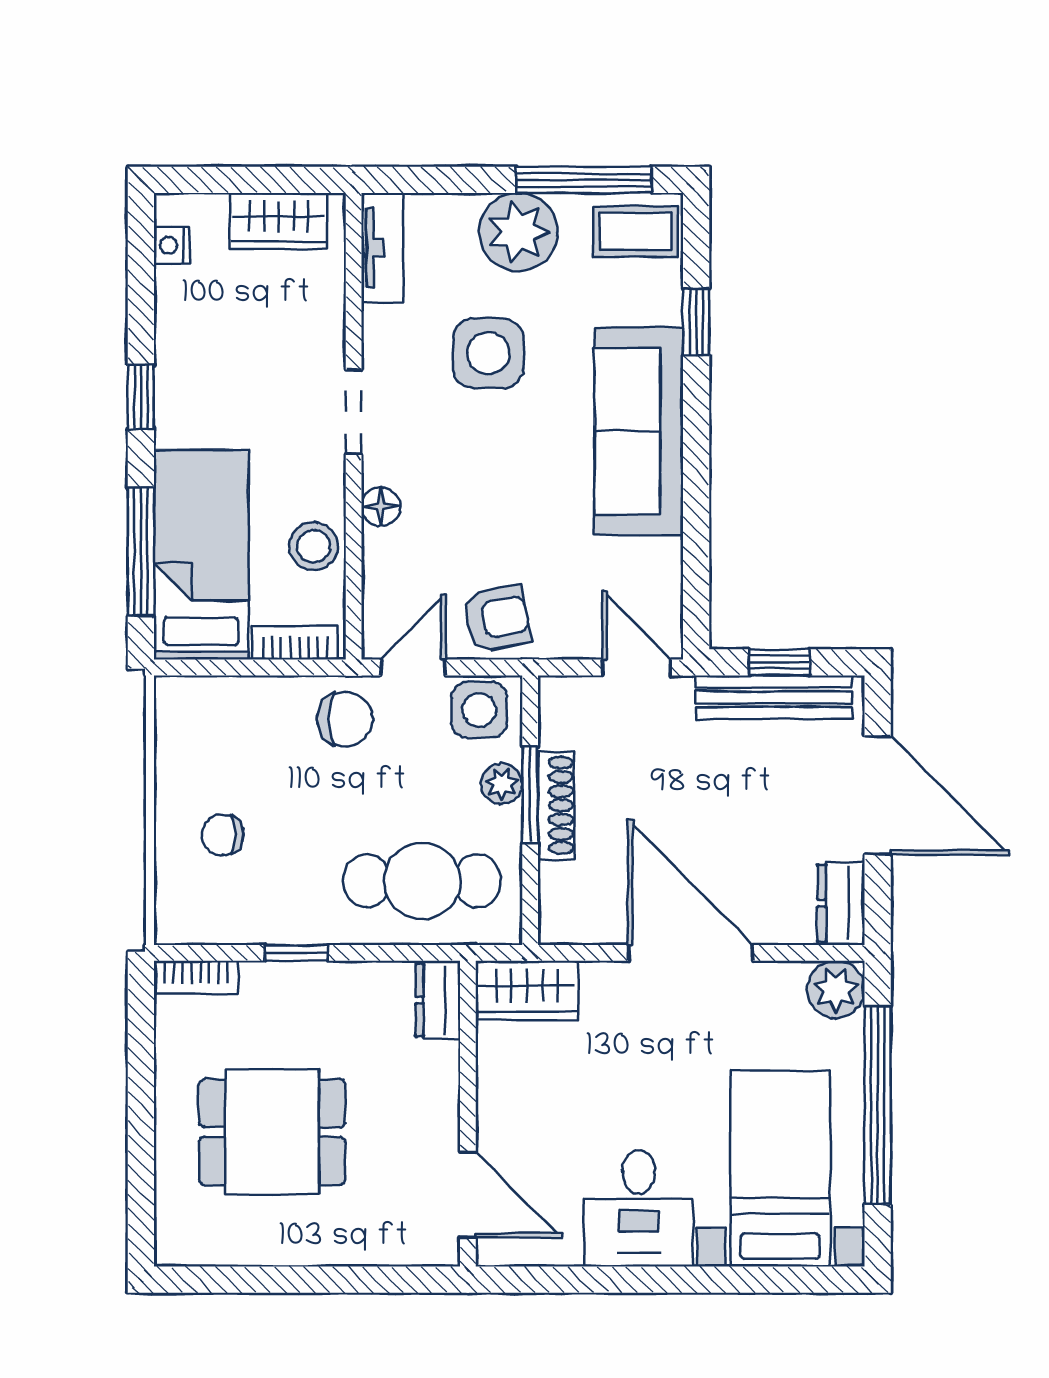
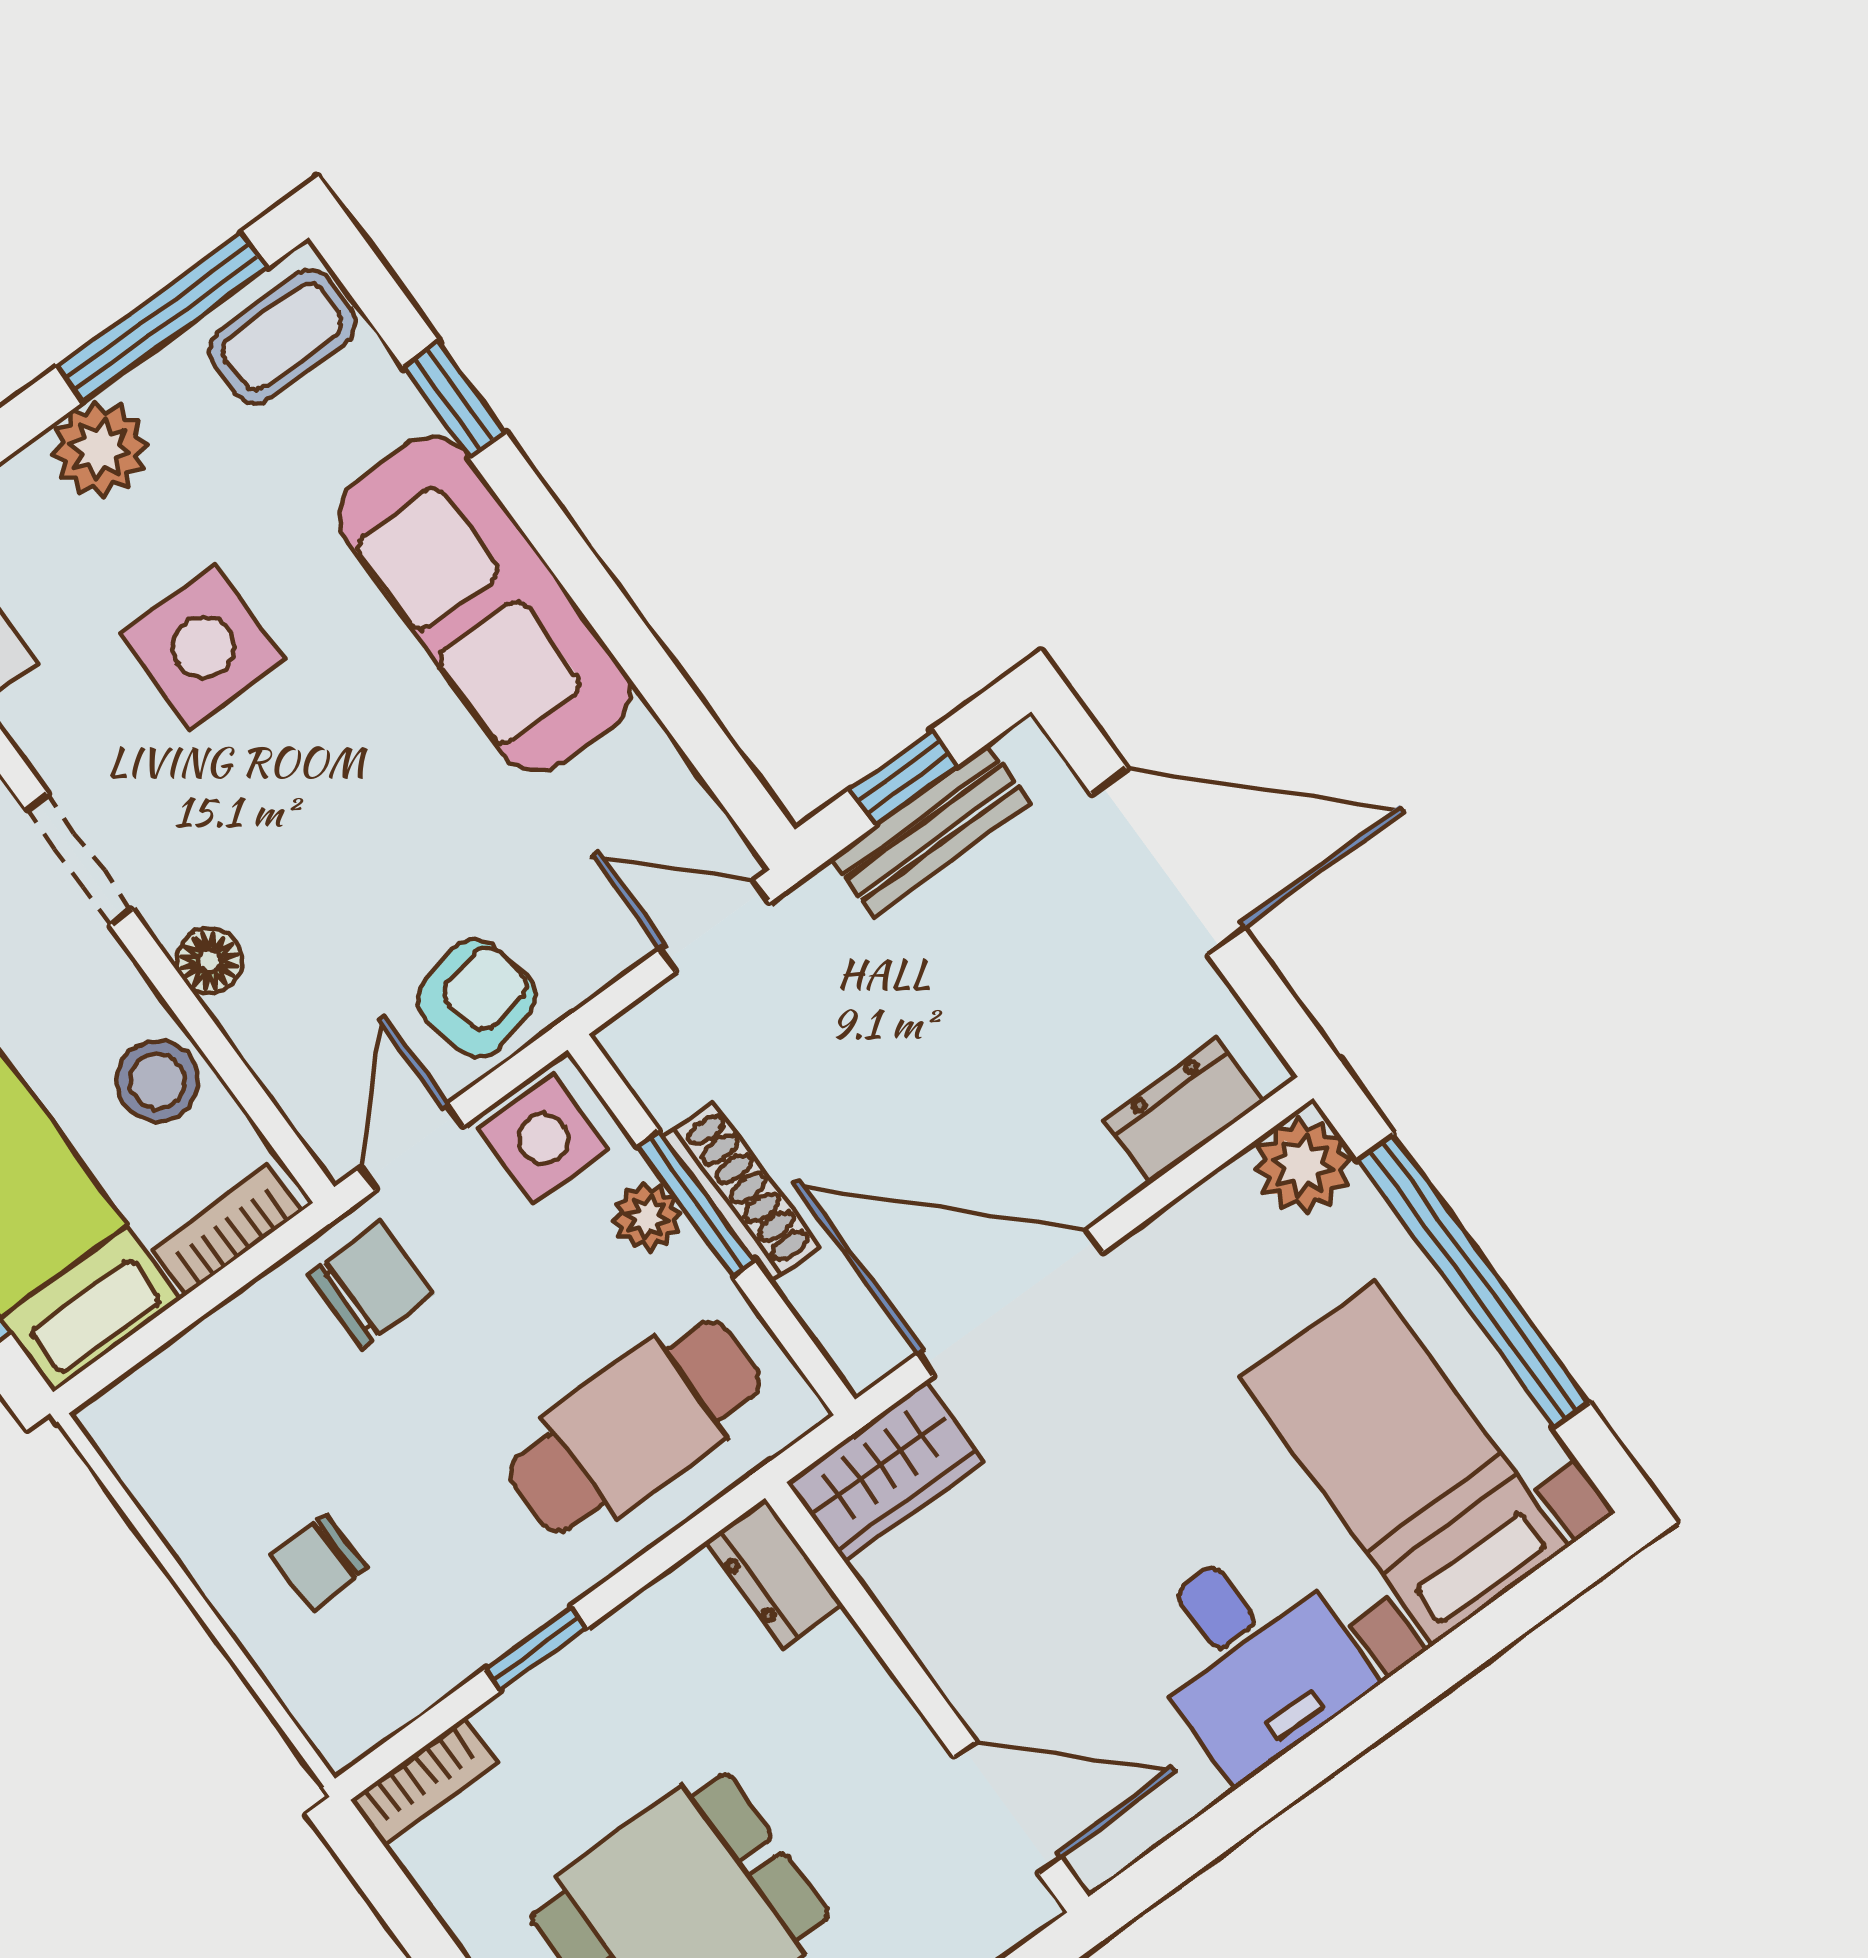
plant: (518, 232) -> (100, 449), width x0.73, depth x0.73
bench: (774, 697) -> (930, 831), width x0.73
dresser: (841, 903) -> (1184, 1111), moved, turned 90
door: (690, 953) -> (1010, 1303), moved

